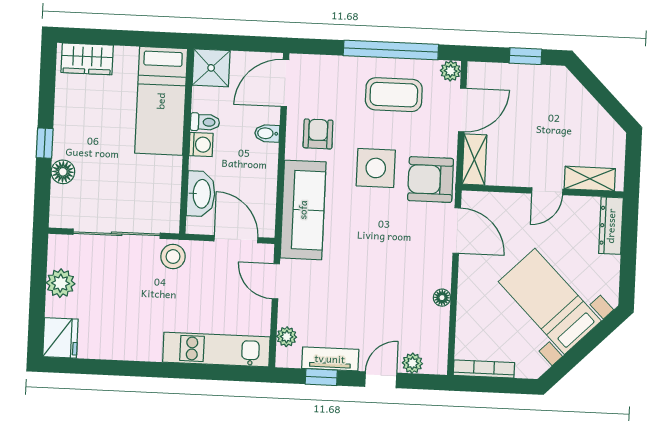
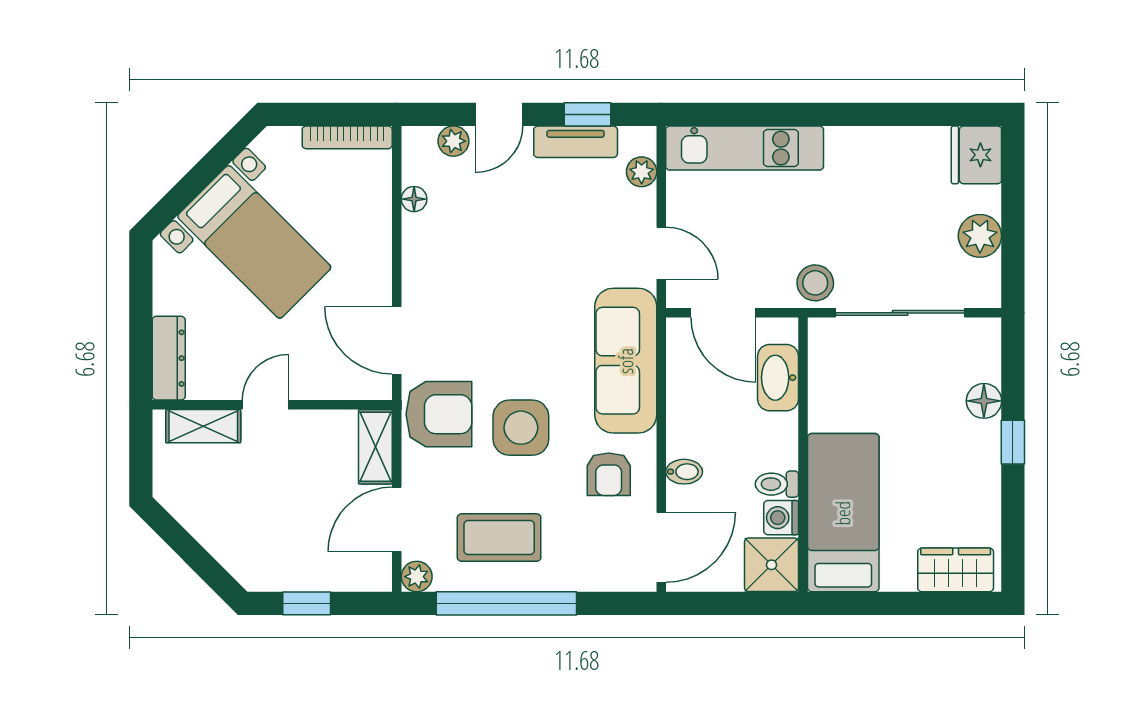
washing machine: (201, 145) -> (781, 518), moved
floor lamp: (442, 298) -> (414, 199), moved

